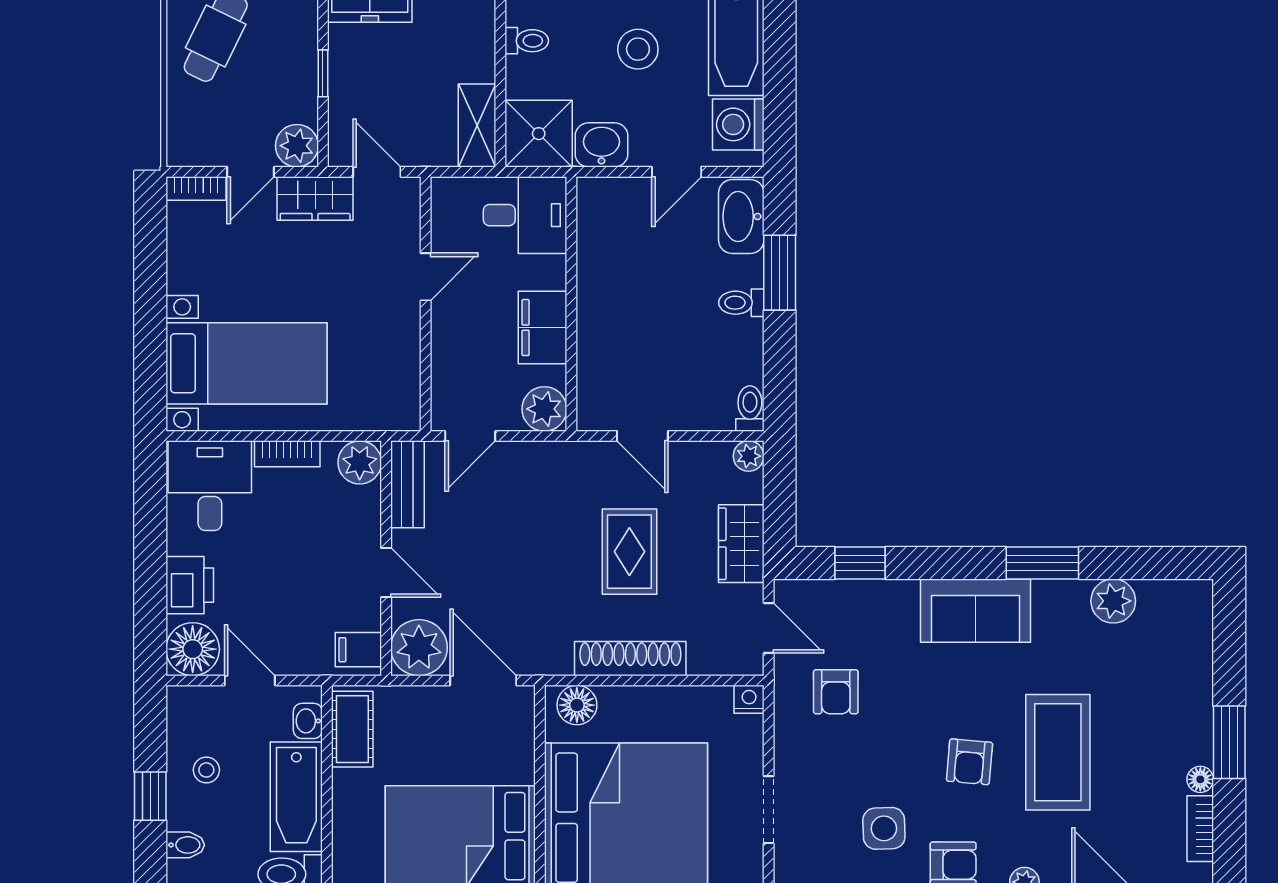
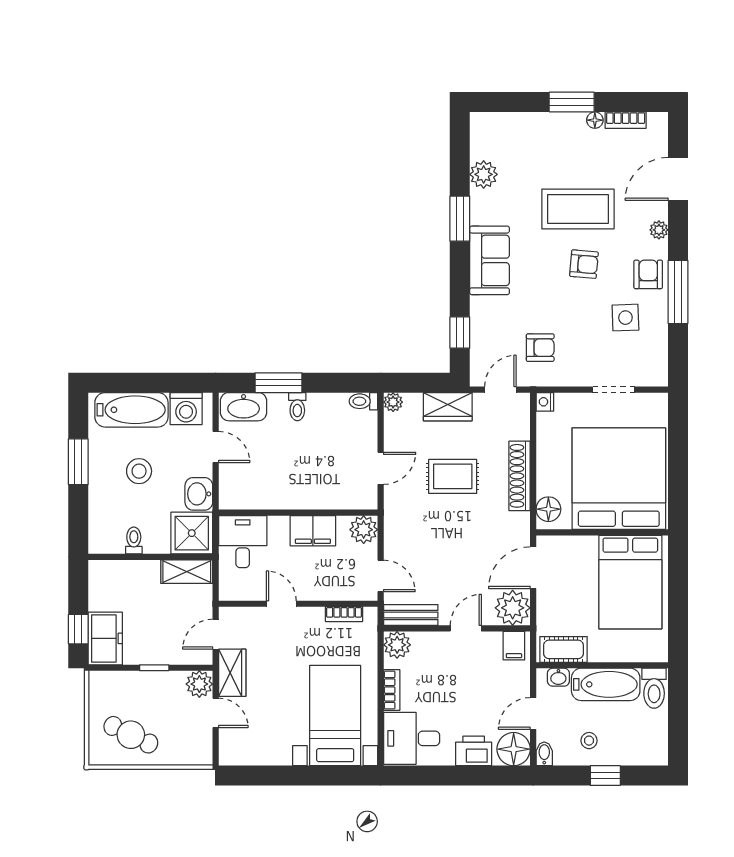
bookcase: (196, 188) -> (344, 614), moved, turned 90
bidet: (185, 845) -> (544, 754), moved

